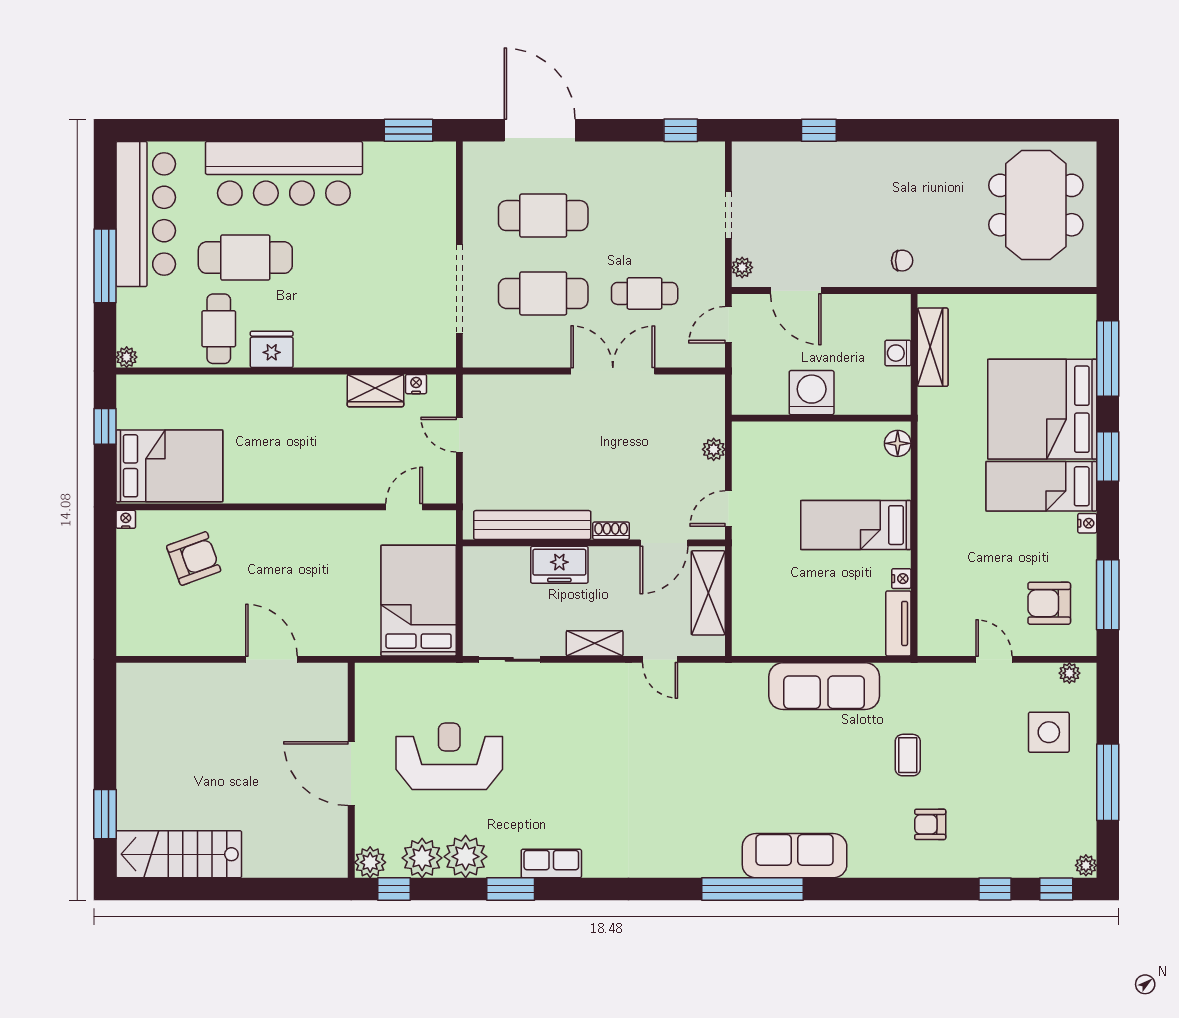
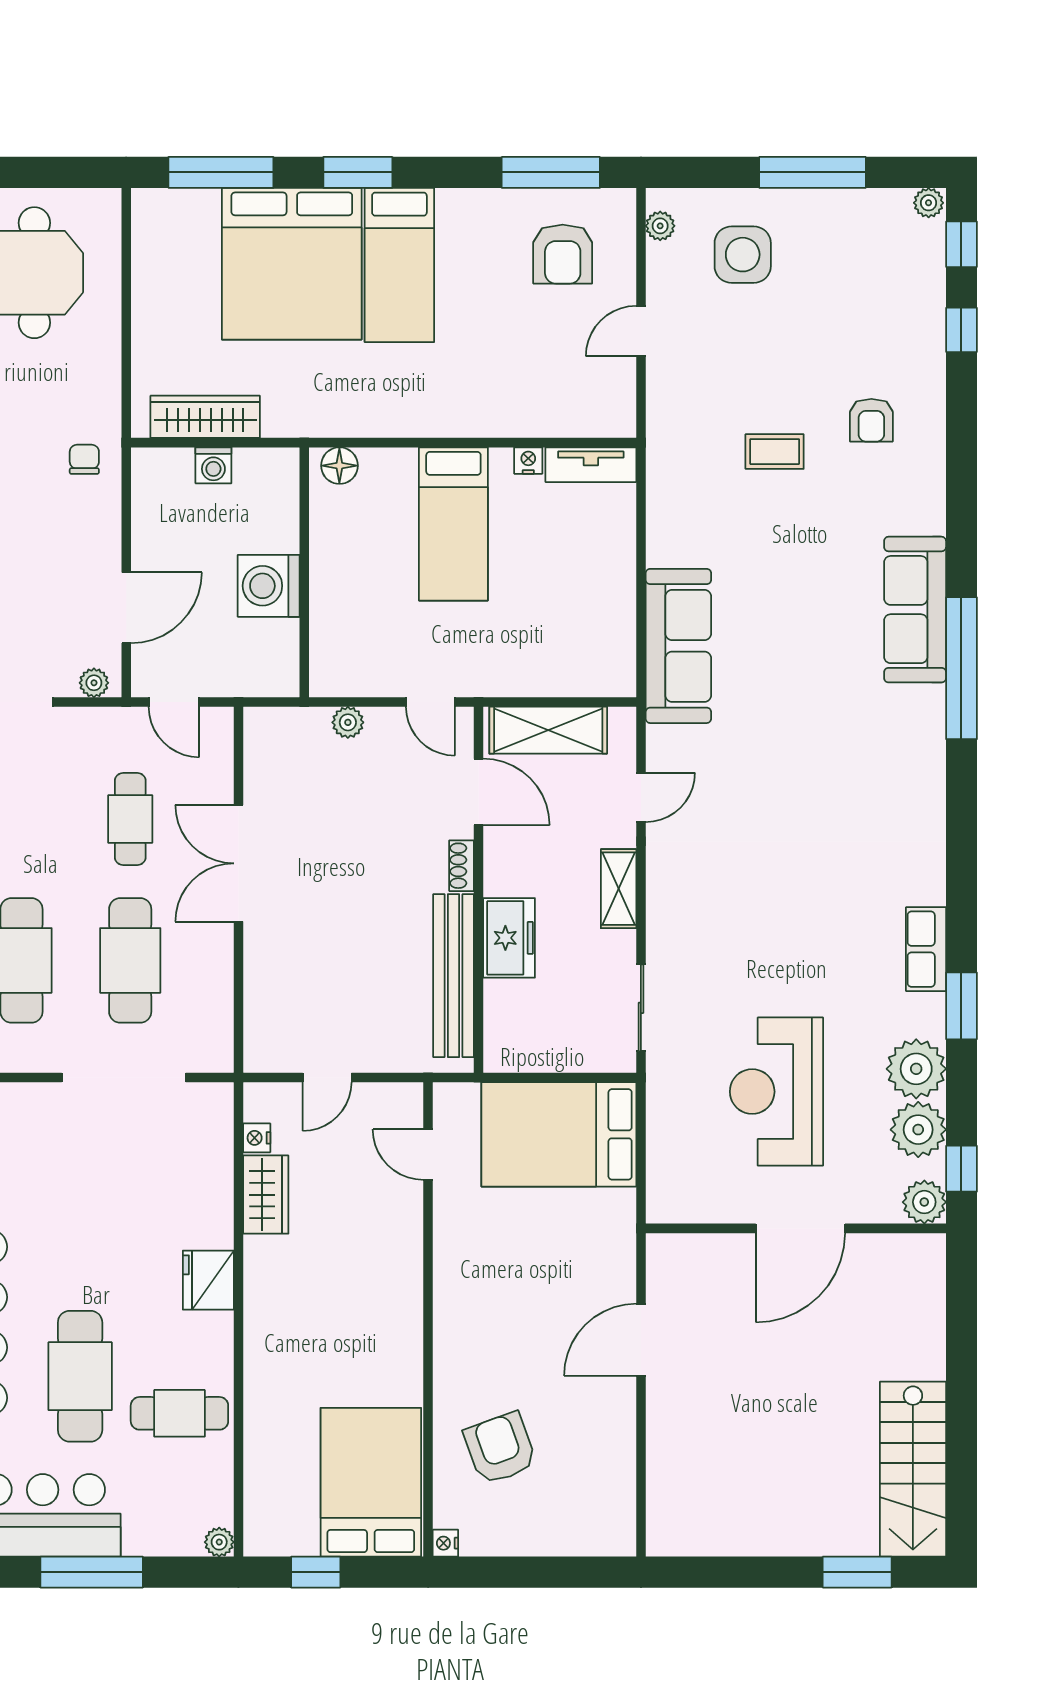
fridge: (272, 349) -> (208, 1280), moved
nightstand: (1087, 523) -> (451, 201), removed
sofa: (824, 686) -> (678, 646), moved

